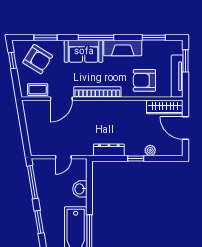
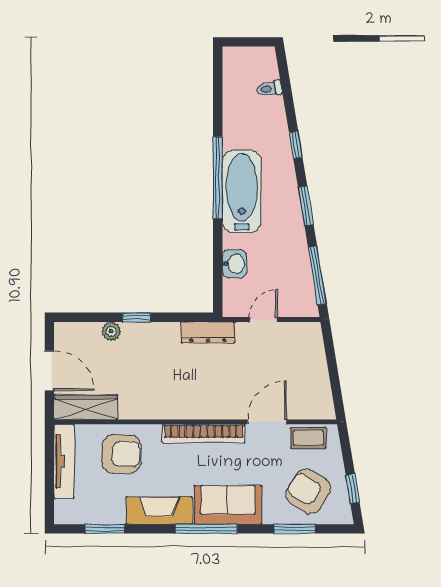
window: (185, 61) -> (49, 488), removed
dresser: (109, 150) -> (208, 332), moved

